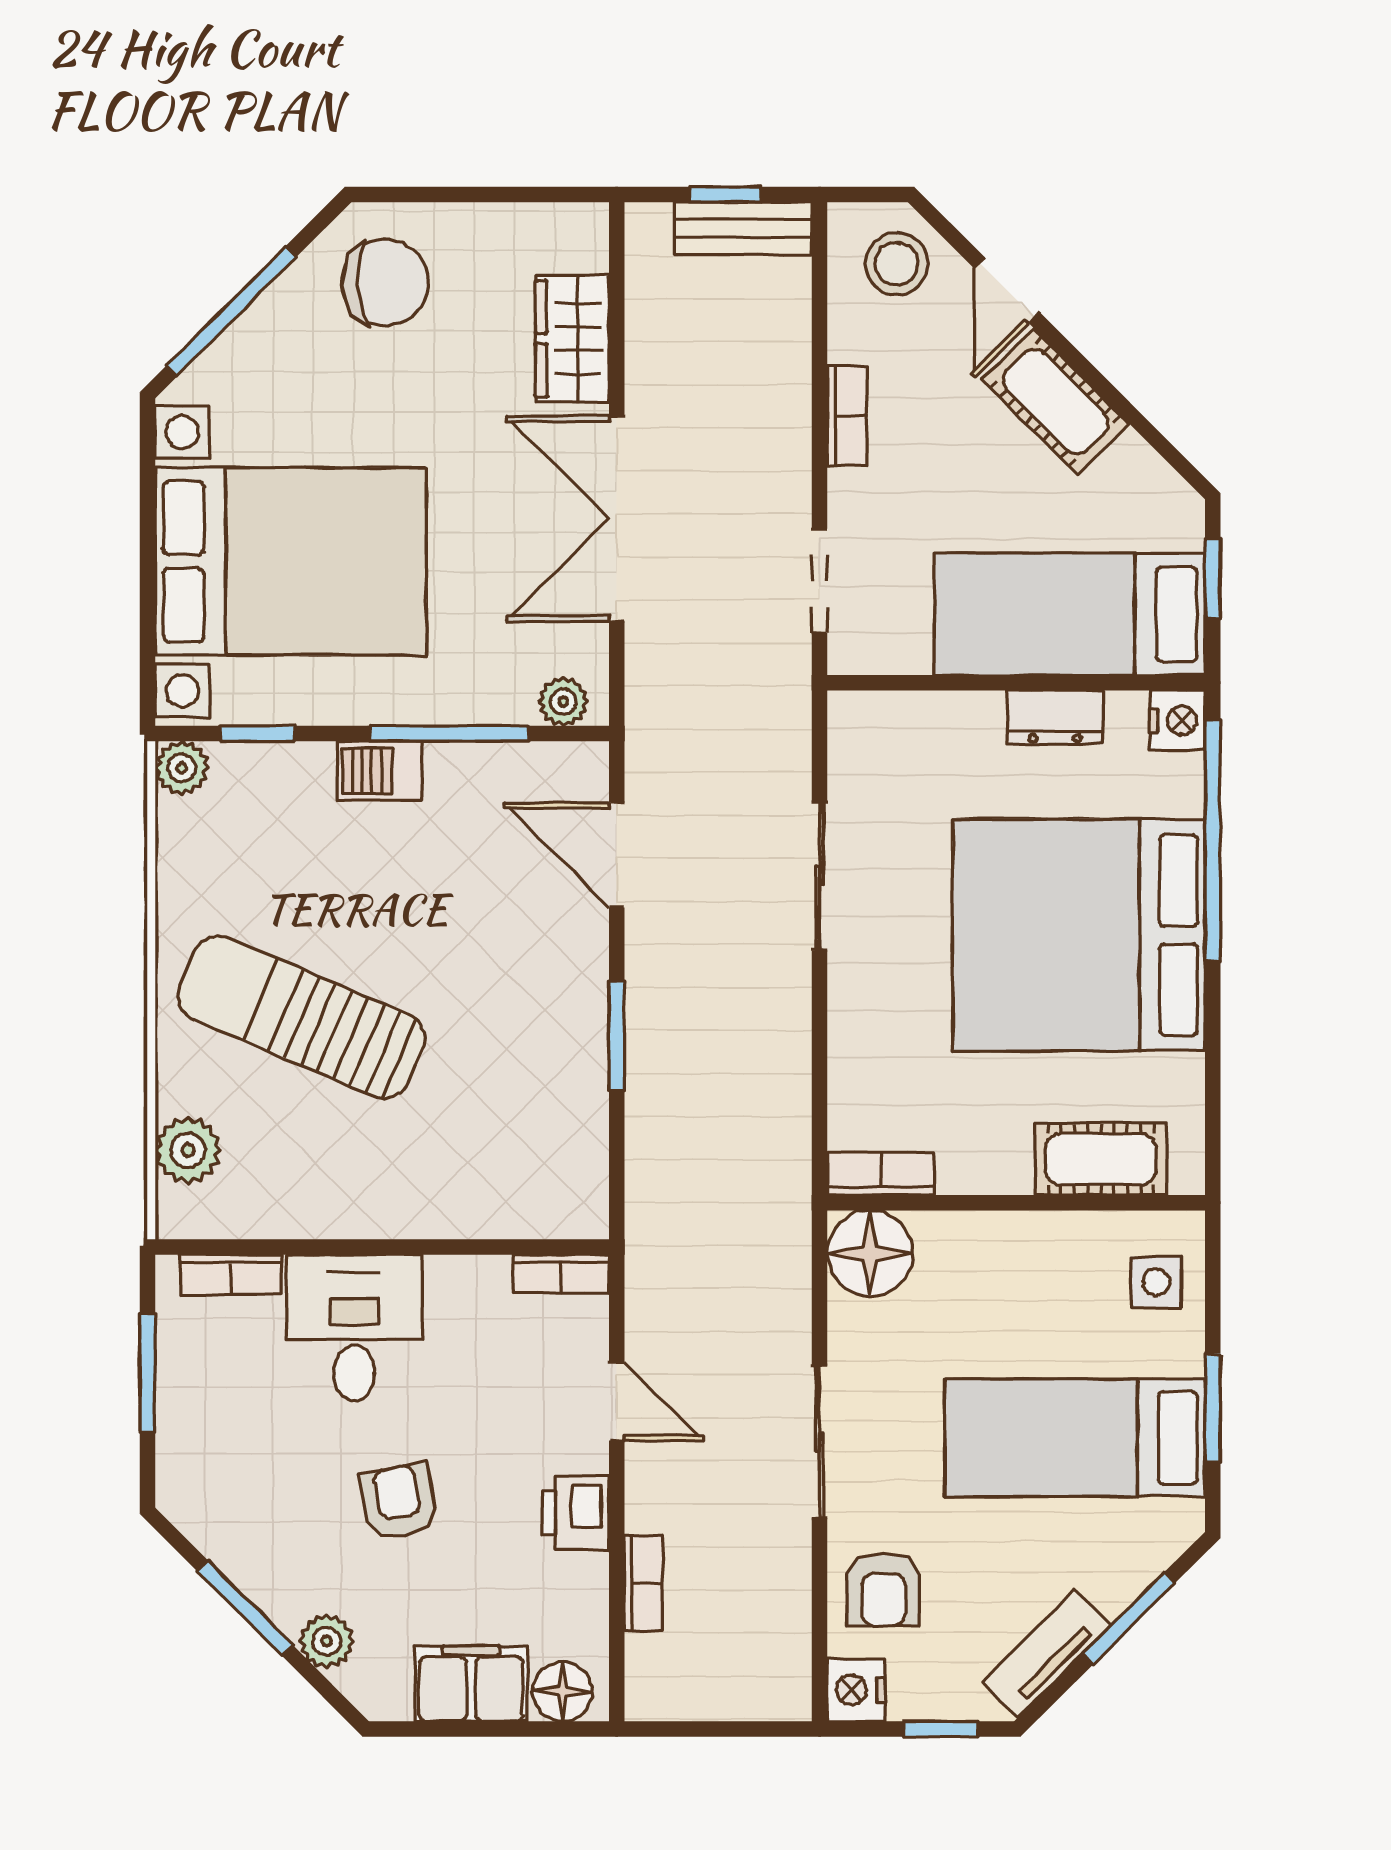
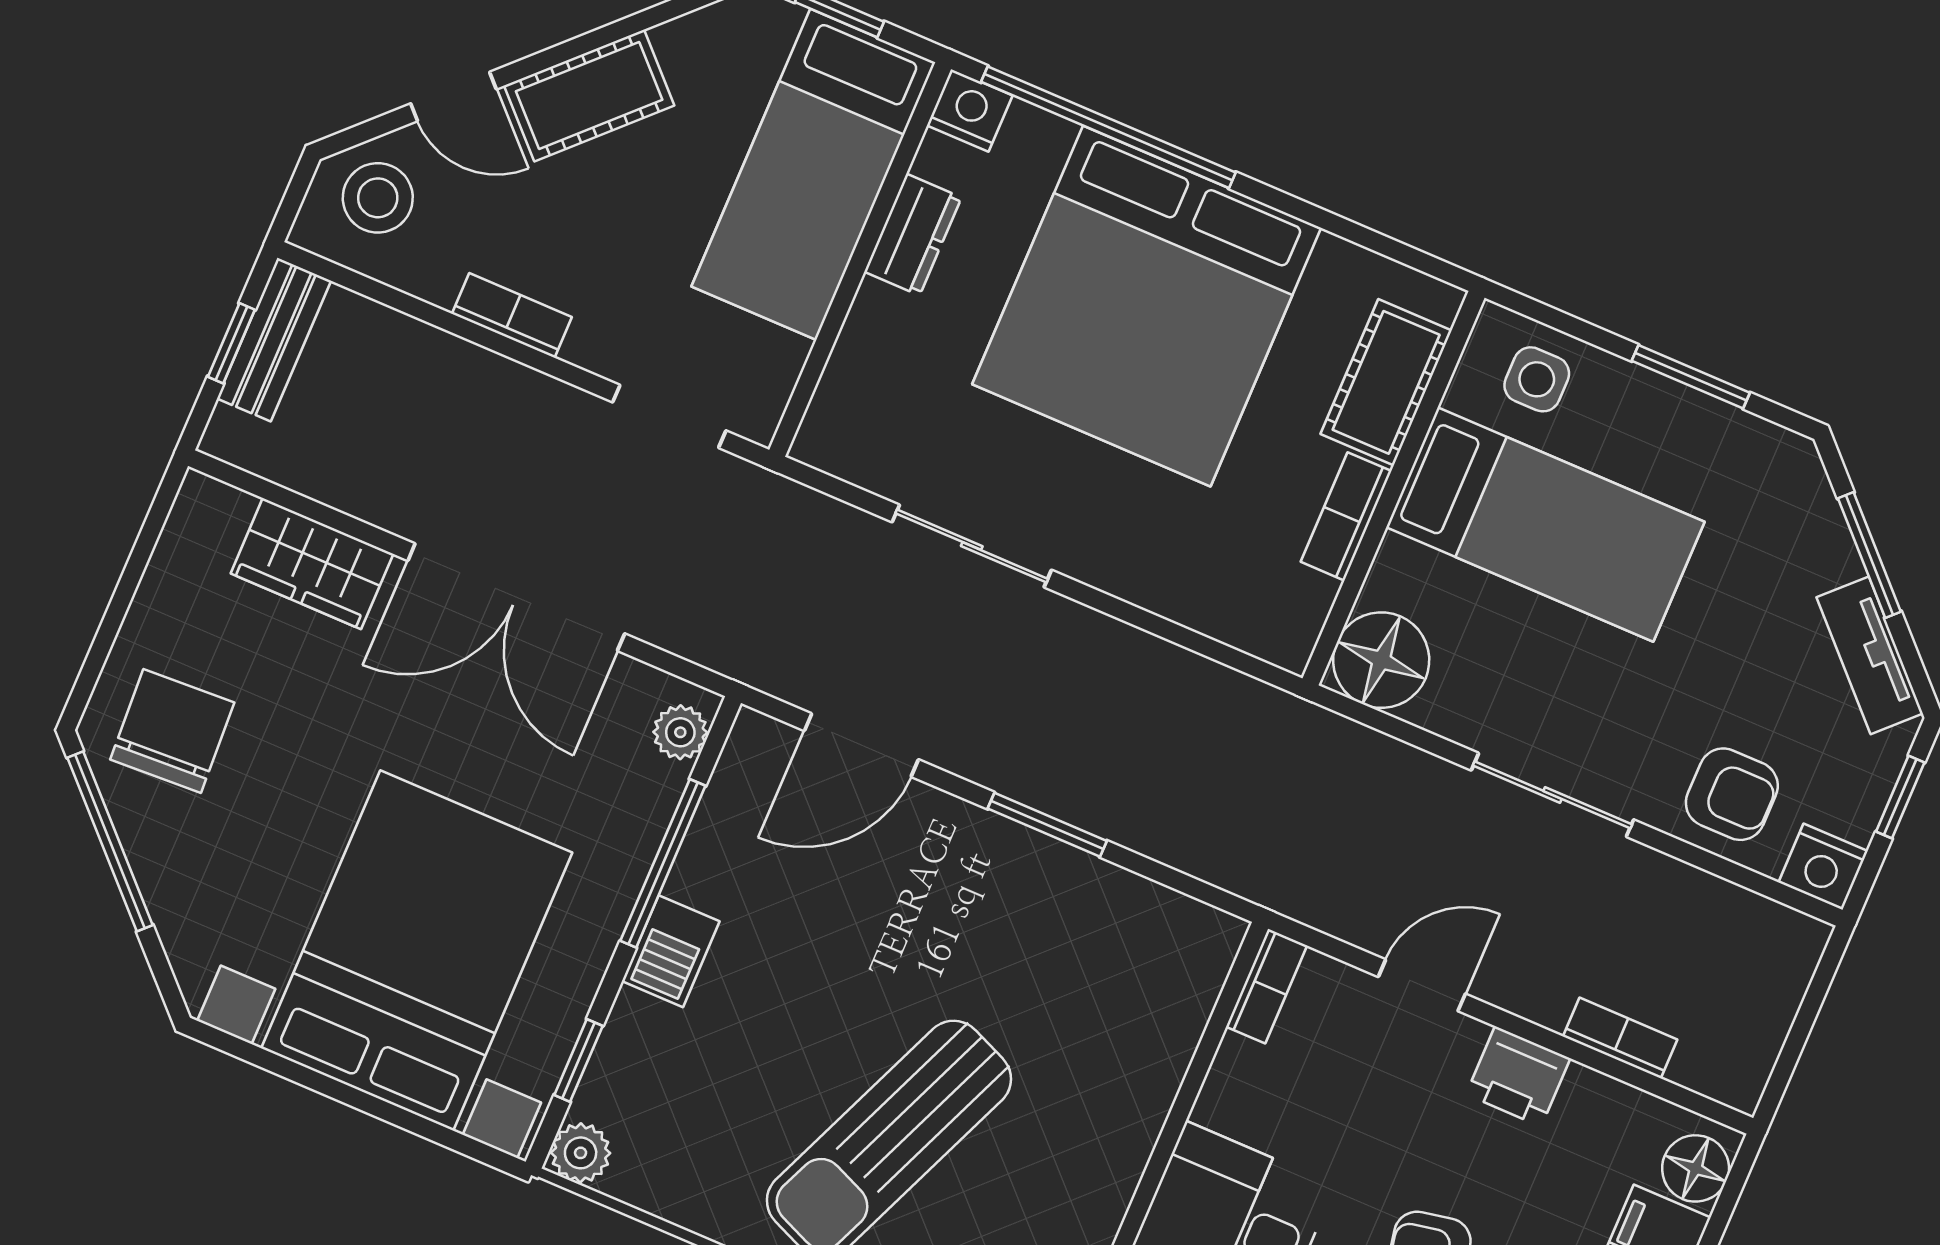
window: (231, 312) -> (110, 841), moved
bookcase: (881, 1174) -> (1346, 516), moved
bed: (1075, 1438) -> (1545, 524), moved, turned -90

